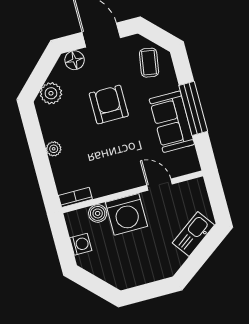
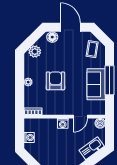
armchair: (109, 105) -> (55, 81), moved
door: (160, 185) -> (80, 117), swing flipped
boiler: (98, 213) -> (100, 123), moved
washing machine: (127, 214) -> (63, 123), width x0.53, depth x0.53

